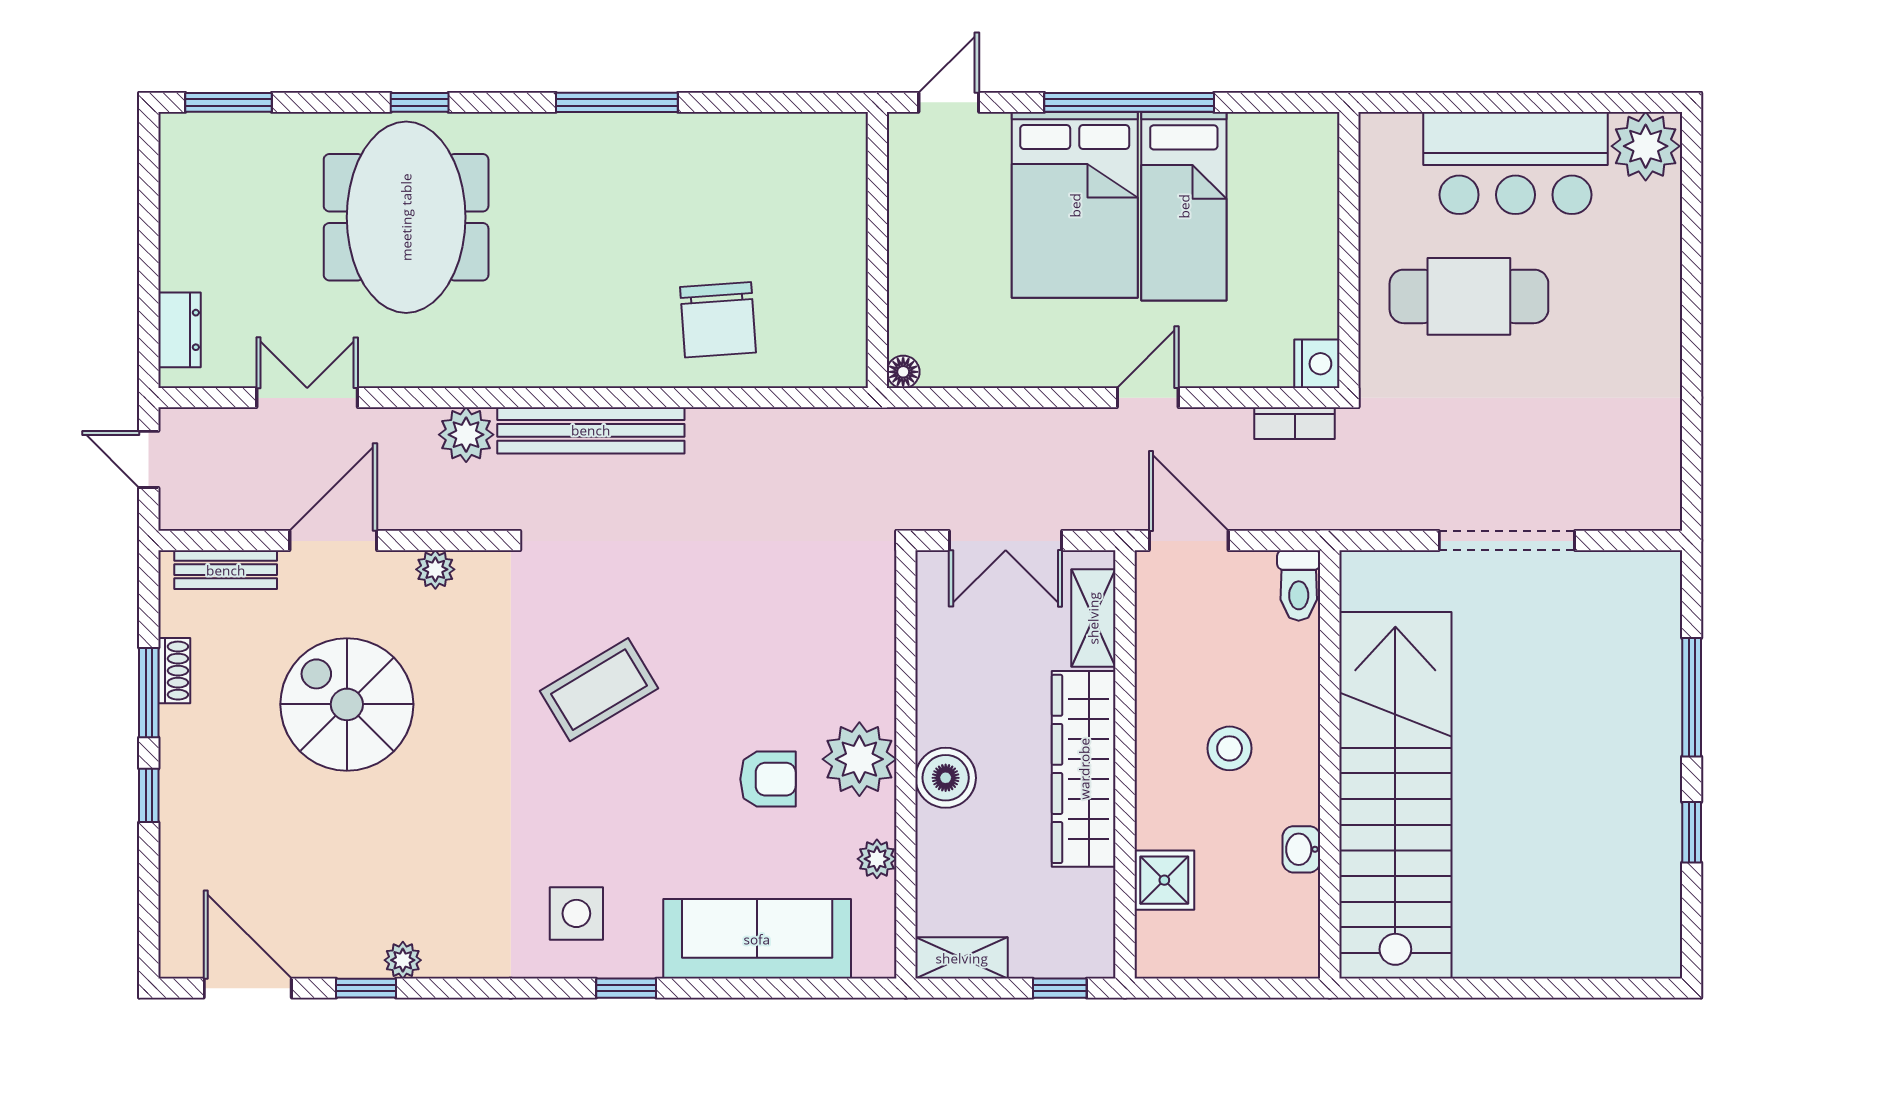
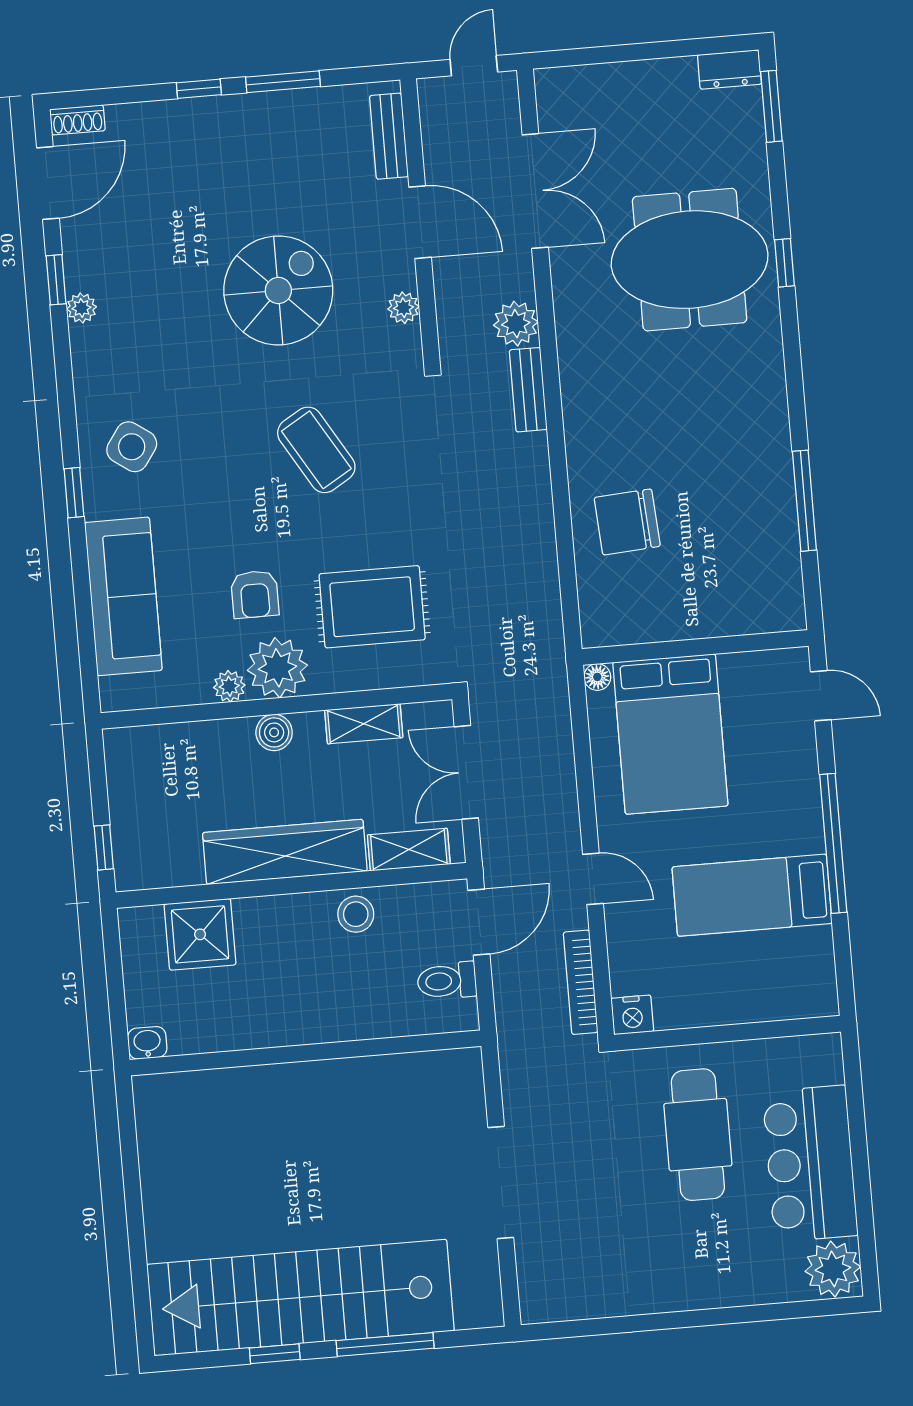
window: (617, 102) -> (804, 501), moved
bed: (1075, 205) -> (670, 734), moved, turned -90
dresser: (179, 330) -> (729, 69), moved
double door: (307, 398) -> (535, 191), width x1.37
bookcase: (1295, 423) -> (581, 982), width x1.56
bench: (591, 430) -> (528, 390), width x0.54, depth x0.82
toilet: (1299, 585) -> (447, 981), moved
rug: (795, 638) -> (372, 607), added
shoe rack: (174, 671) -> (77, 120), moved
spiral stairs: (347, 704) -> (278, 290), moved
stool: (1230, 748) -> (356, 914), moved
boiler: (946, 778) -> (274, 732), width x0.73, depth x0.73
stairs: (1395, 795) -> (301, 1298), moved, turned 180
washbasin: (1301, 849) -> (147, 1043), moved
plant: (877, 859) -> (229, 686), moved
shower: (1164, 880) -> (200, 934), width x1.36, depth x1.36
side table: (576, 913) -> (132, 447), turned 35
shelving: (962, 958) -> (364, 724), moved, turned 90

